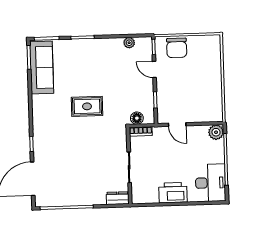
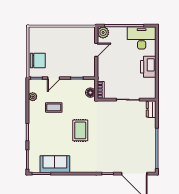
sofa: (42, 68) -> (55, 164), width x0.73
coffee table: (116, 71) -> (54, 107), added
door: (177, 124) -> (96, 50), moved

